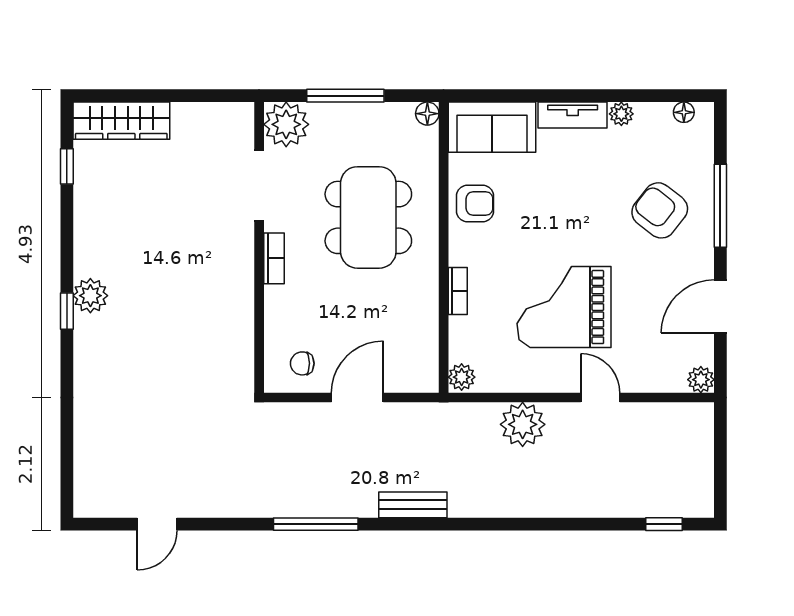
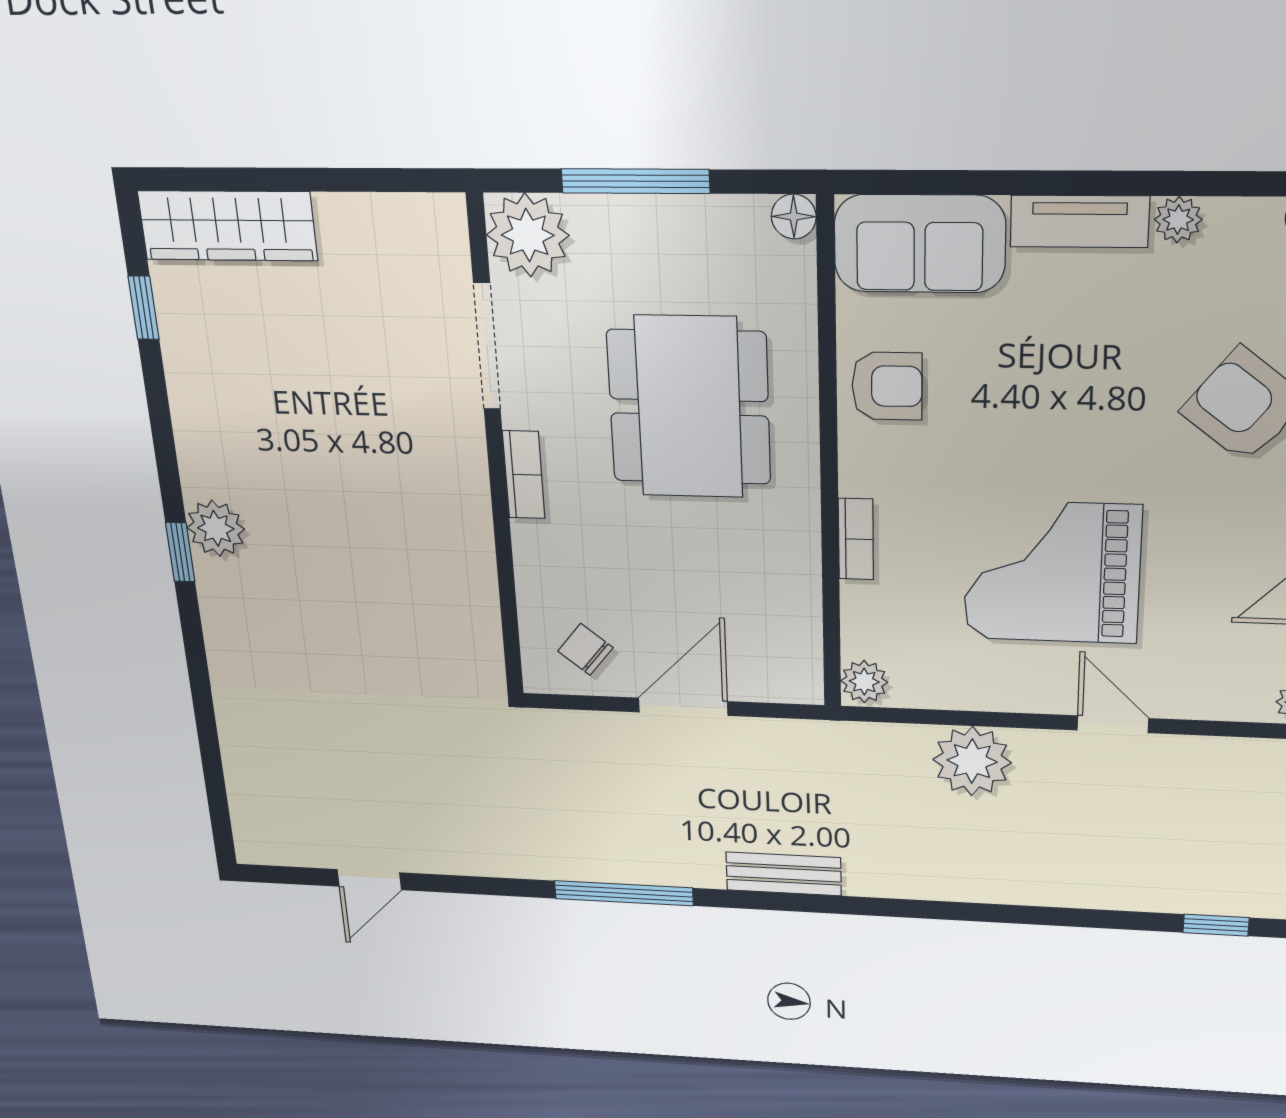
chair: (302, 363) -> (585, 649), turned 39

